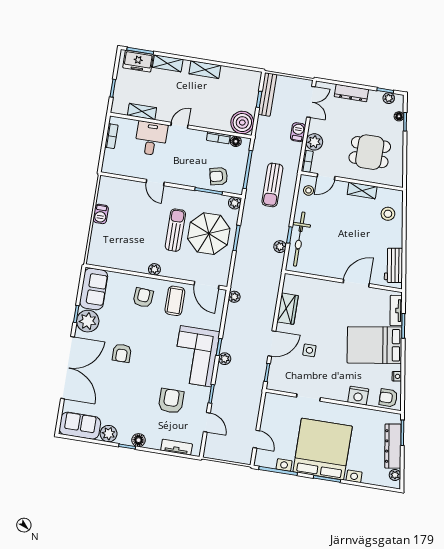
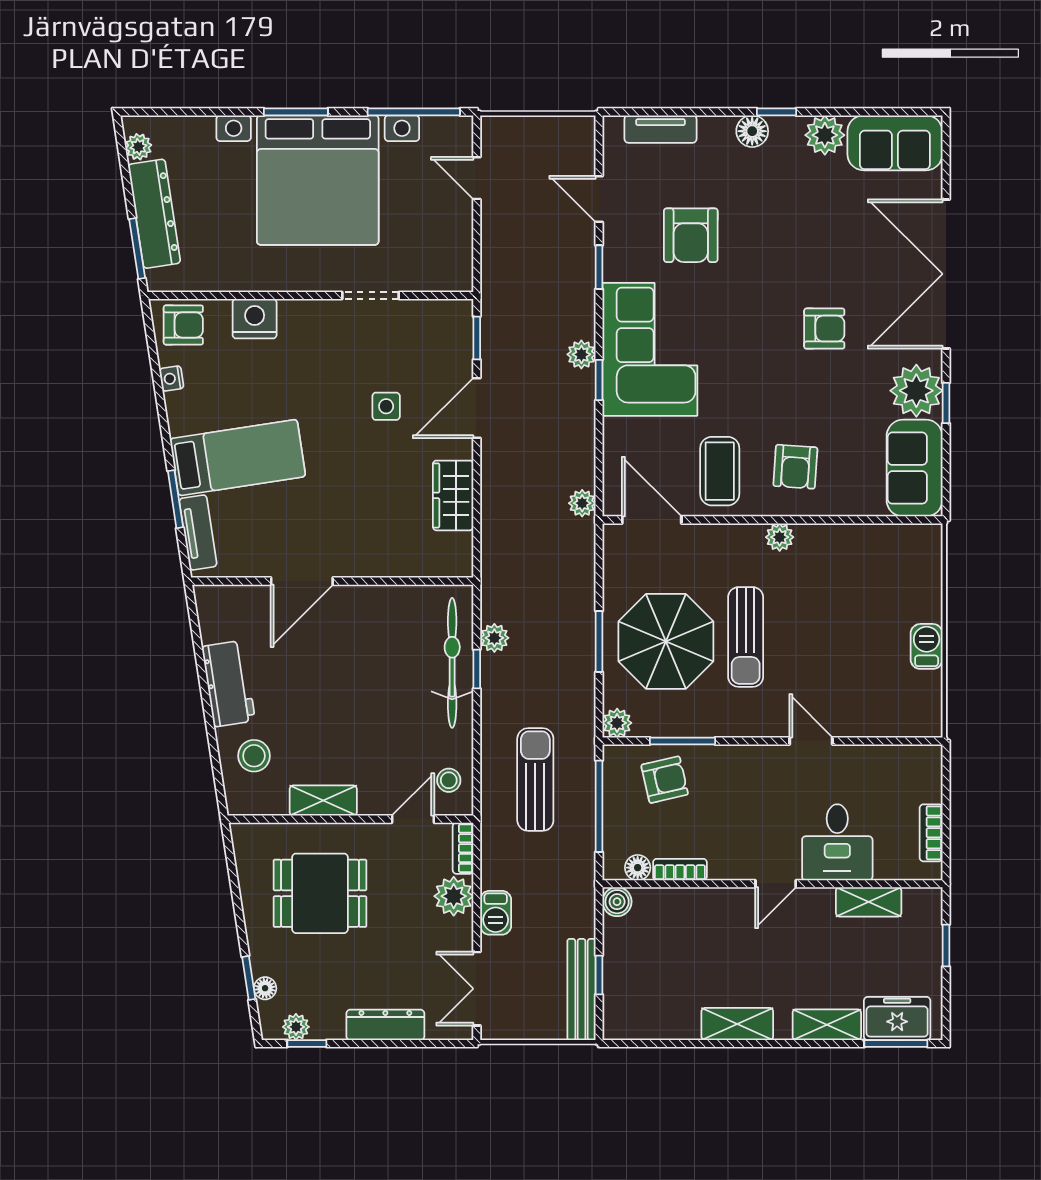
boiler: (242, 123) -> (617, 902), width x0.54, depth x0.54
workbench: (393, 265) -> (228, 684), moved
bed: (375, 345) -> (238, 458), width x0.67
armchair: (122, 353) -> (824, 329), turned 90

